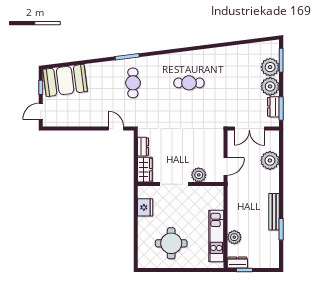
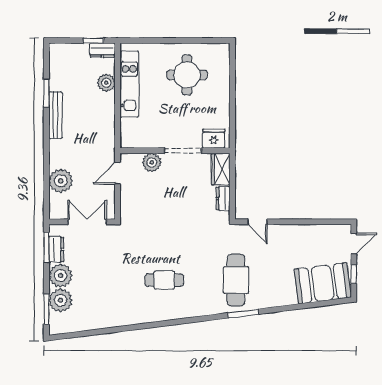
cafe table: (133, 83) -> (236, 280), width x1.37, depth x1.35
fridge: (145, 207) -> (214, 139), moved, turned 90

